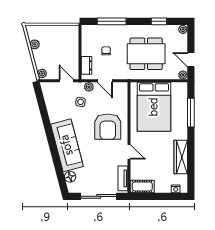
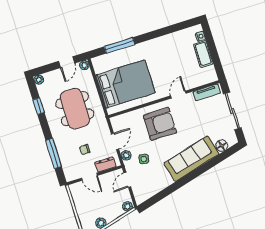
door: (80, 47) -> (89, 177), added
wardrobe: (181, 157) -> (167, 41), removed
cot: (142, 186) -> (203, 54), moved

